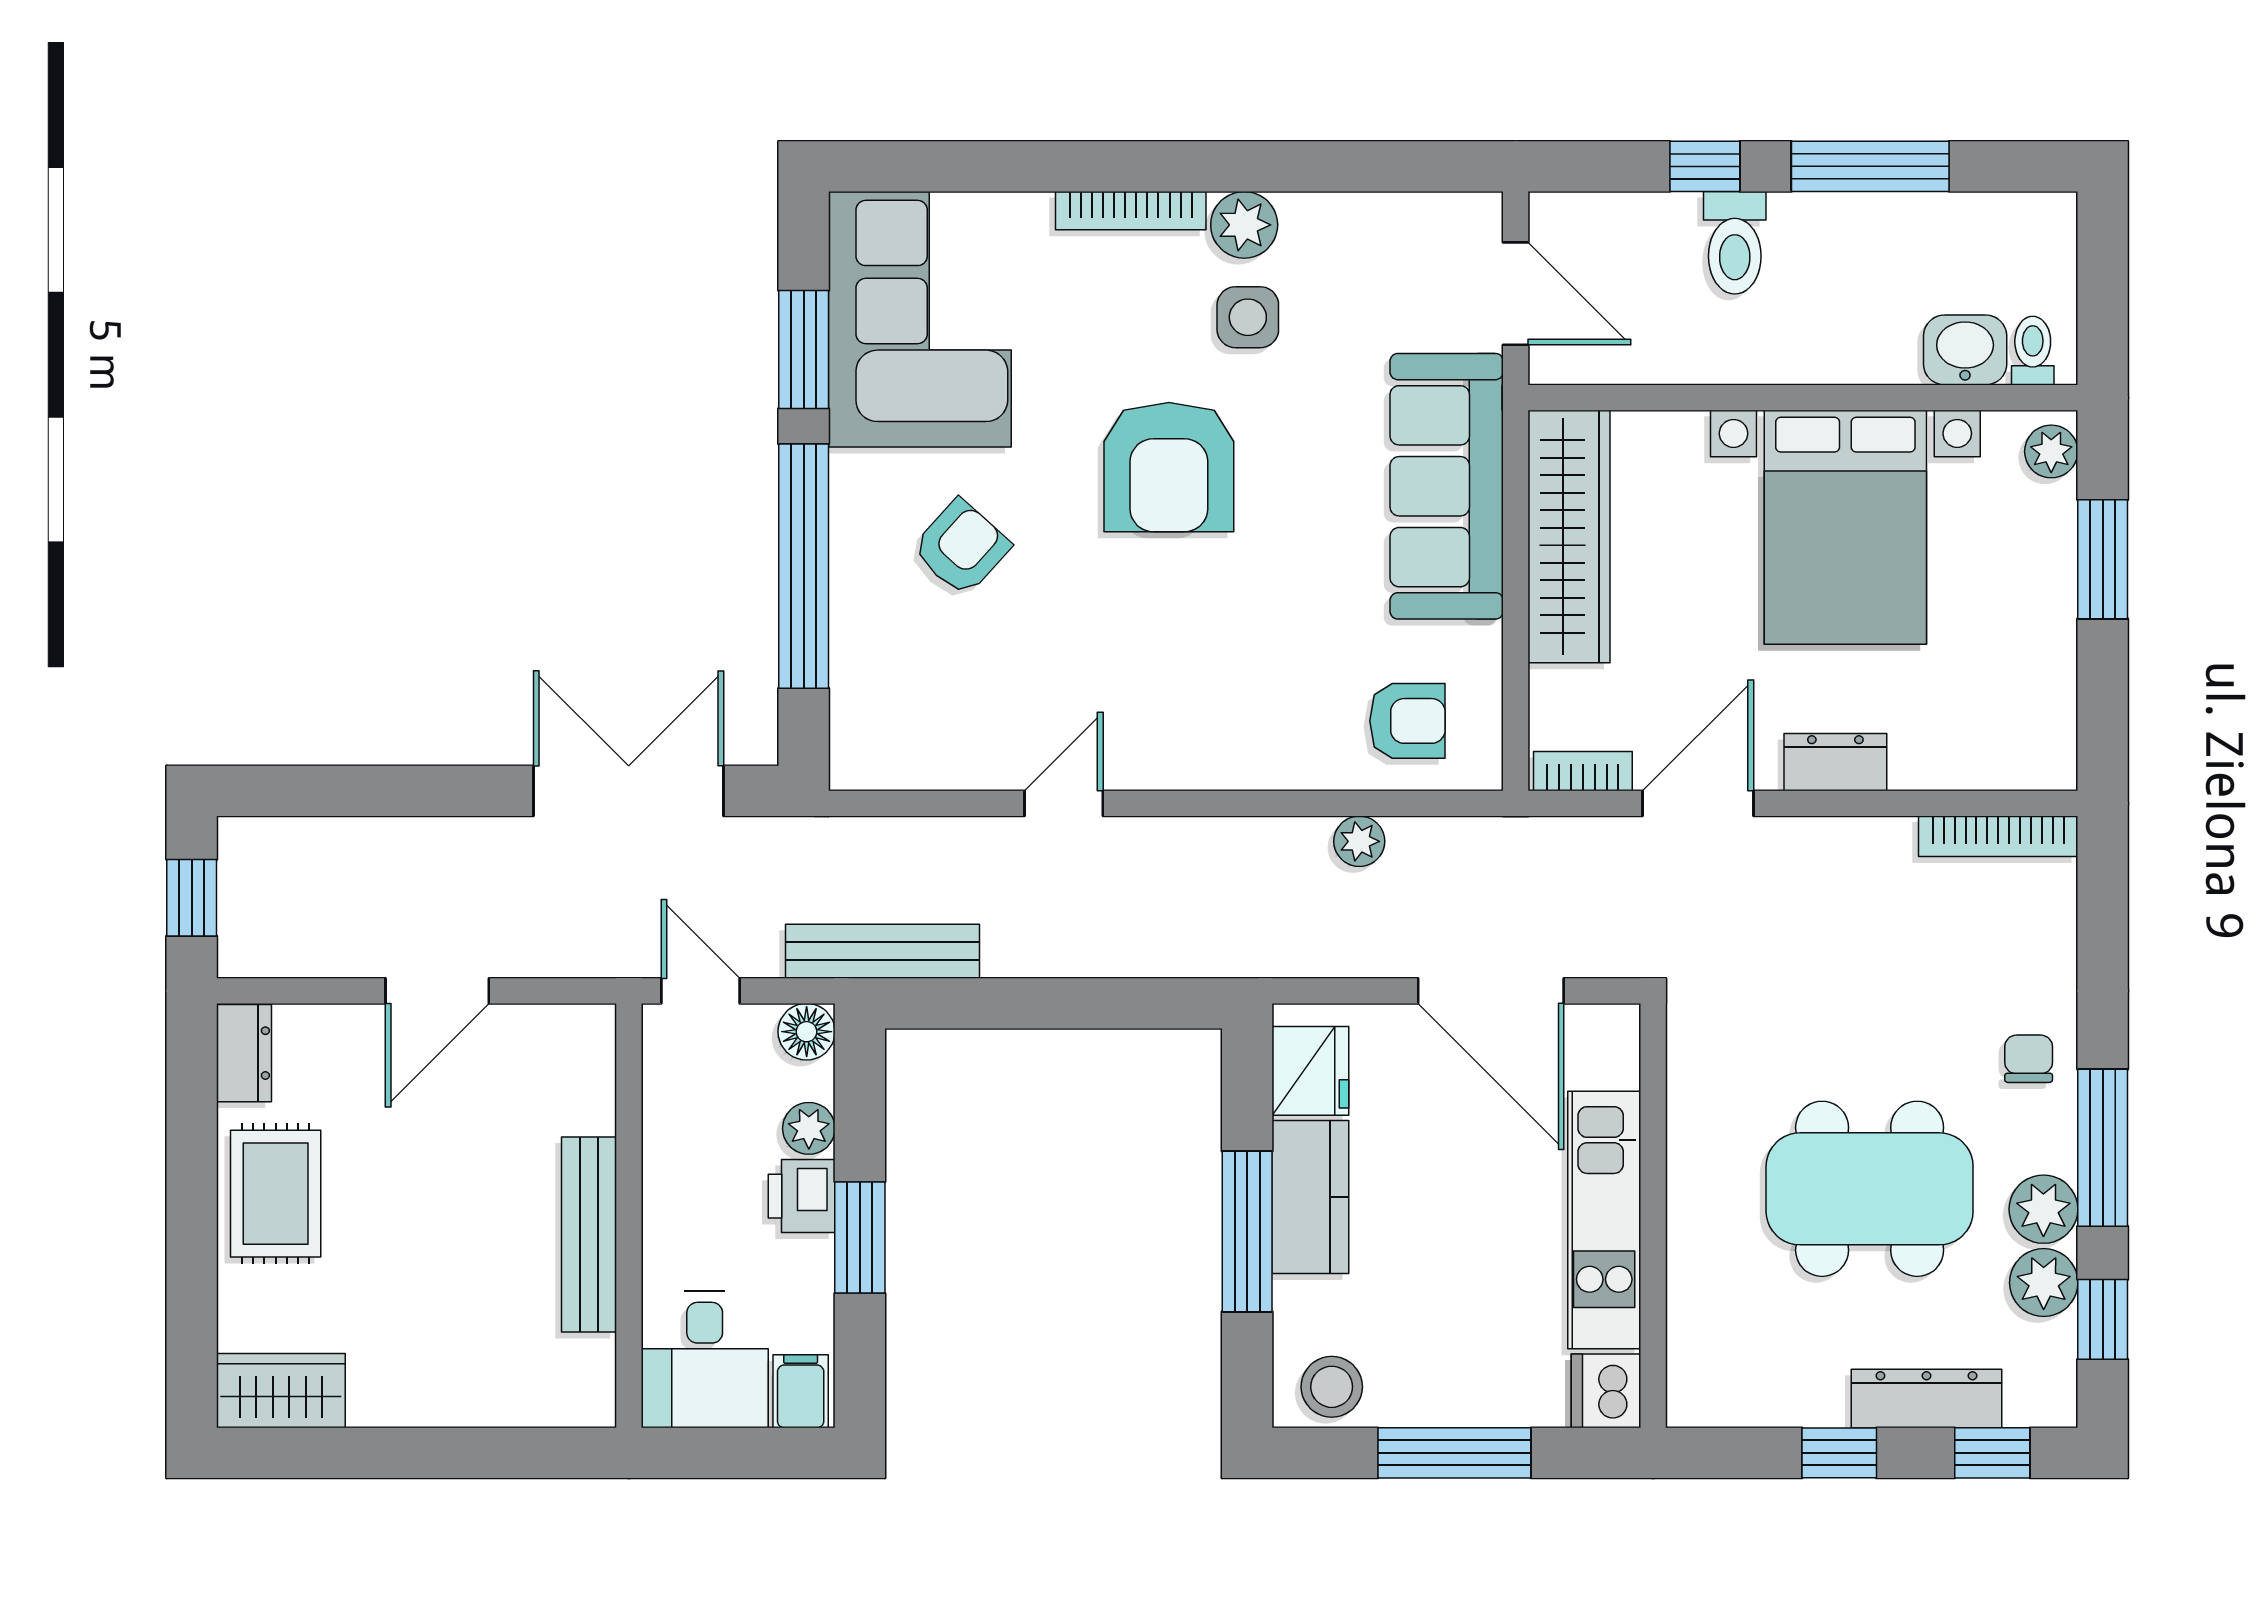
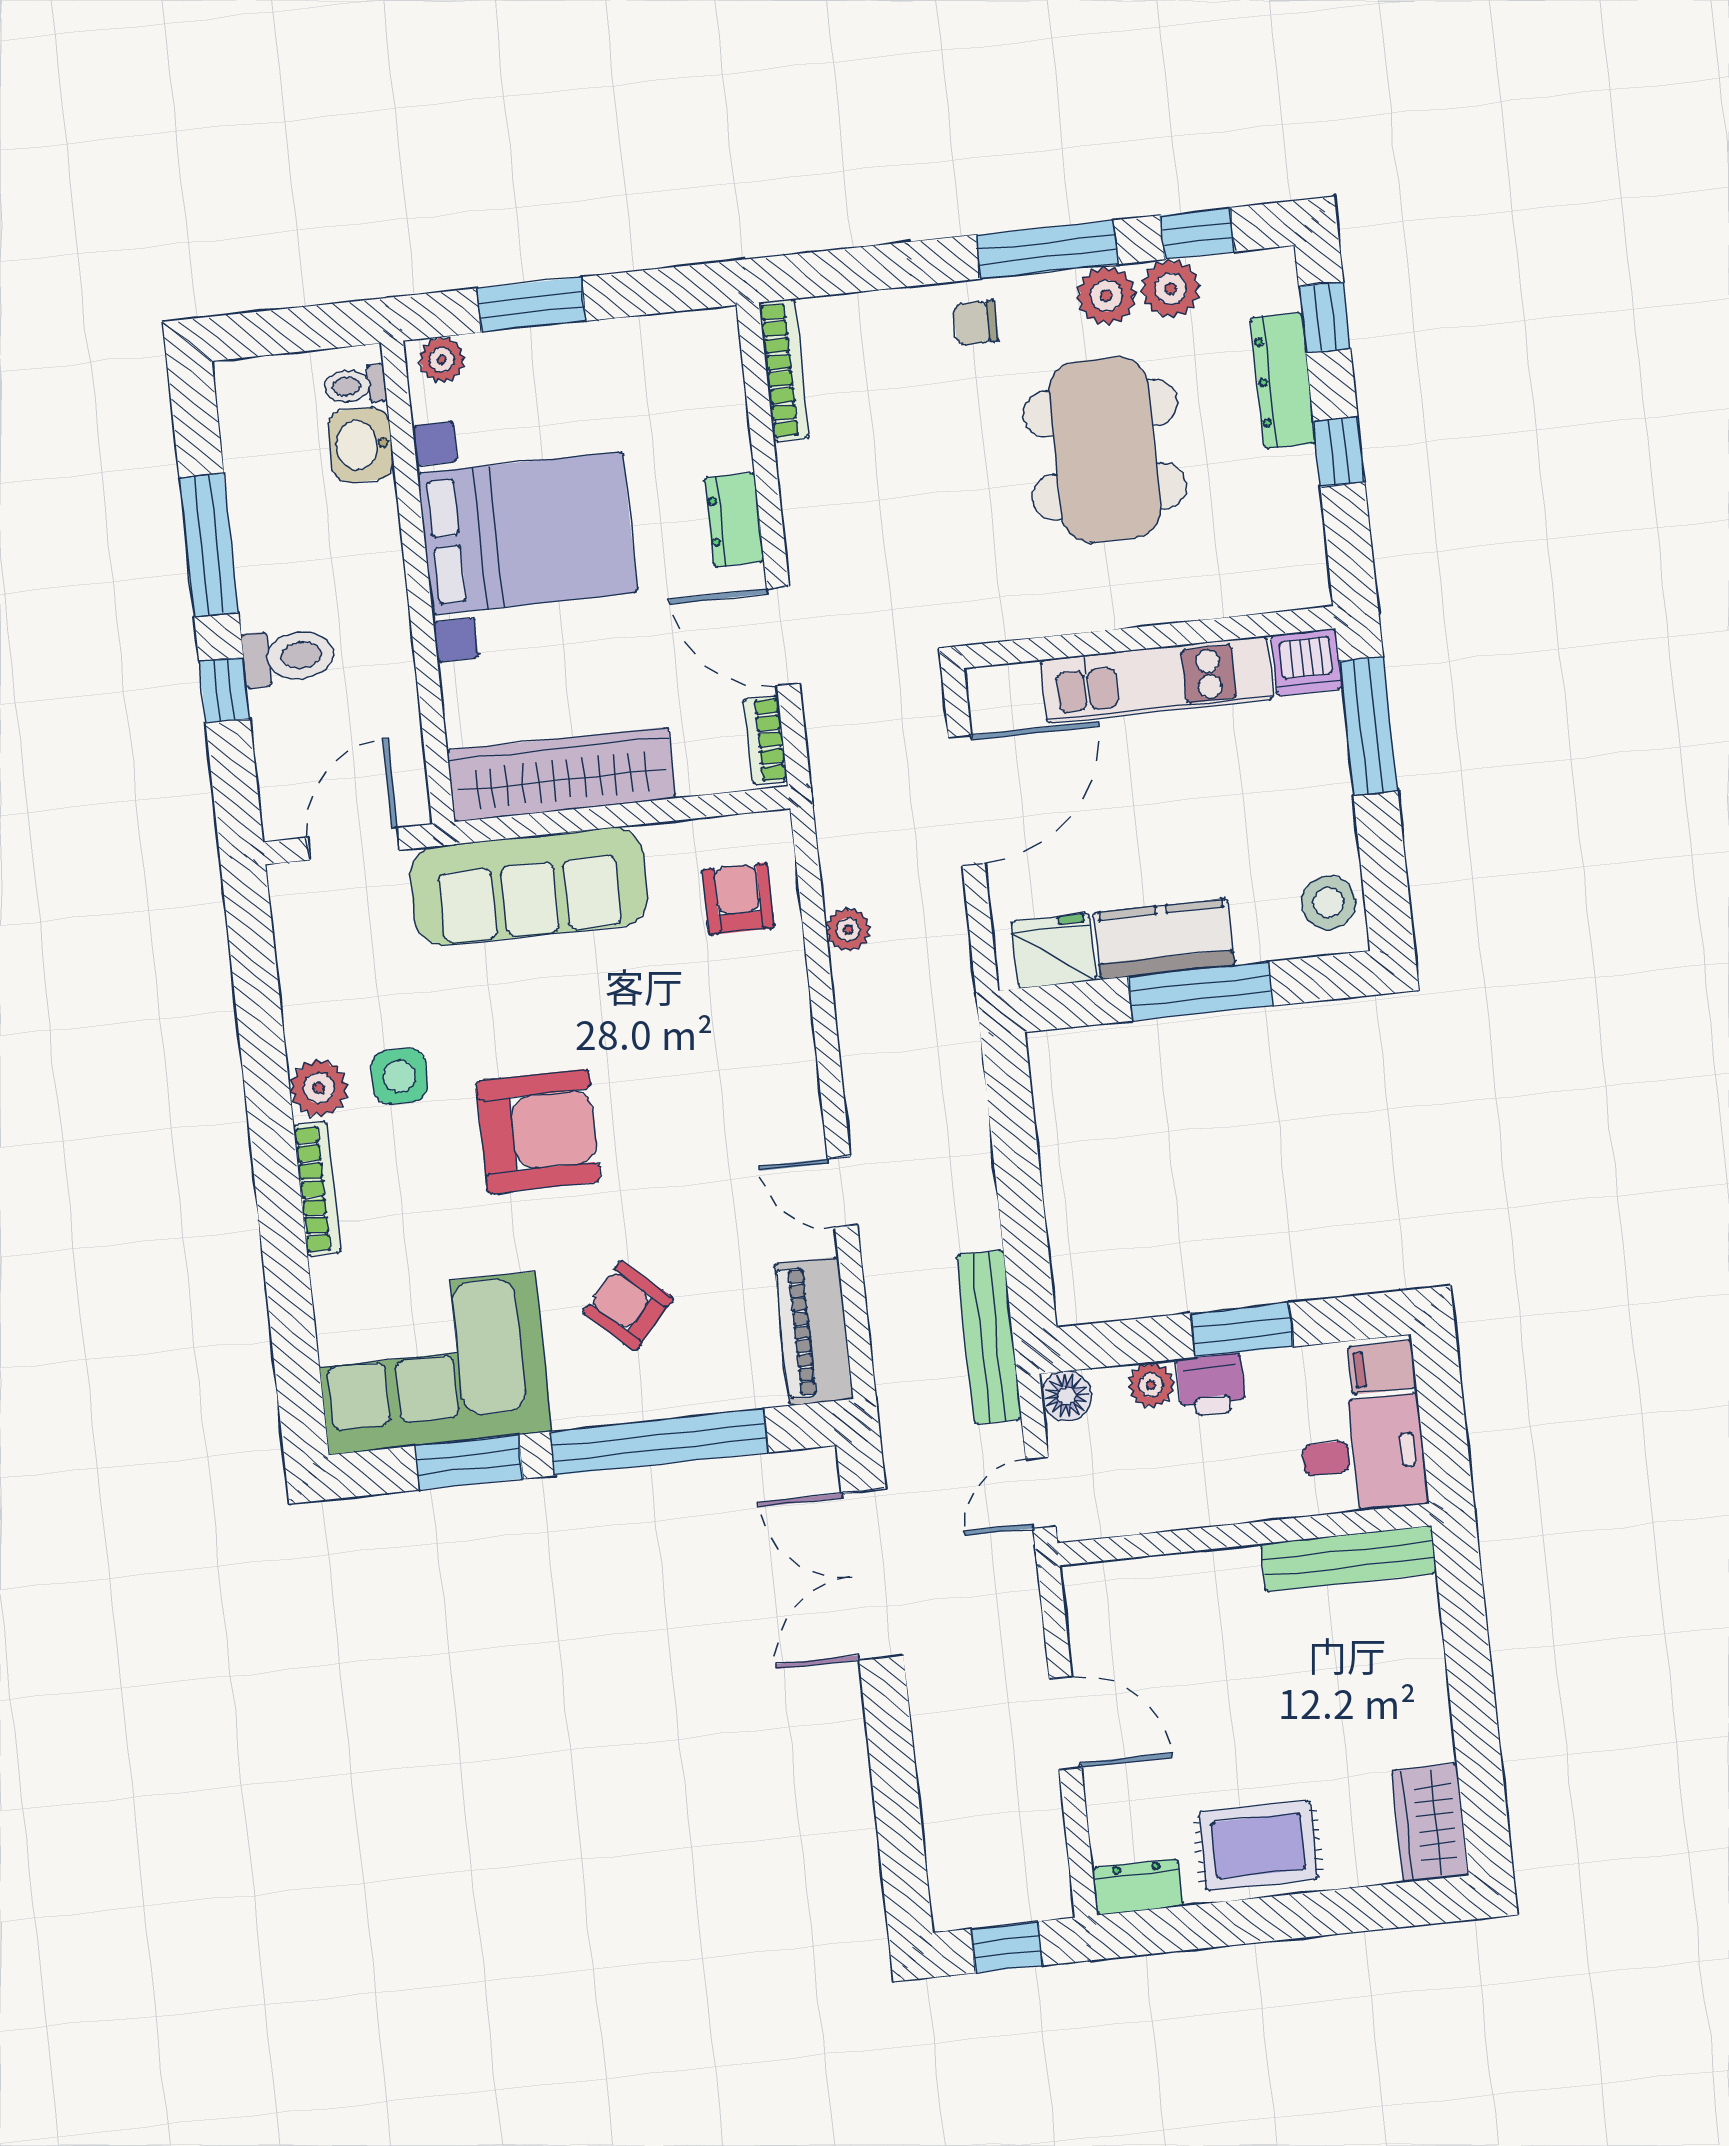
piano: (910, 755) -> (814, 1331), added
bench: (589, 1234) -> (1349, 1559), moved
window: (1454, 1453) -> (1368, 726), moved

